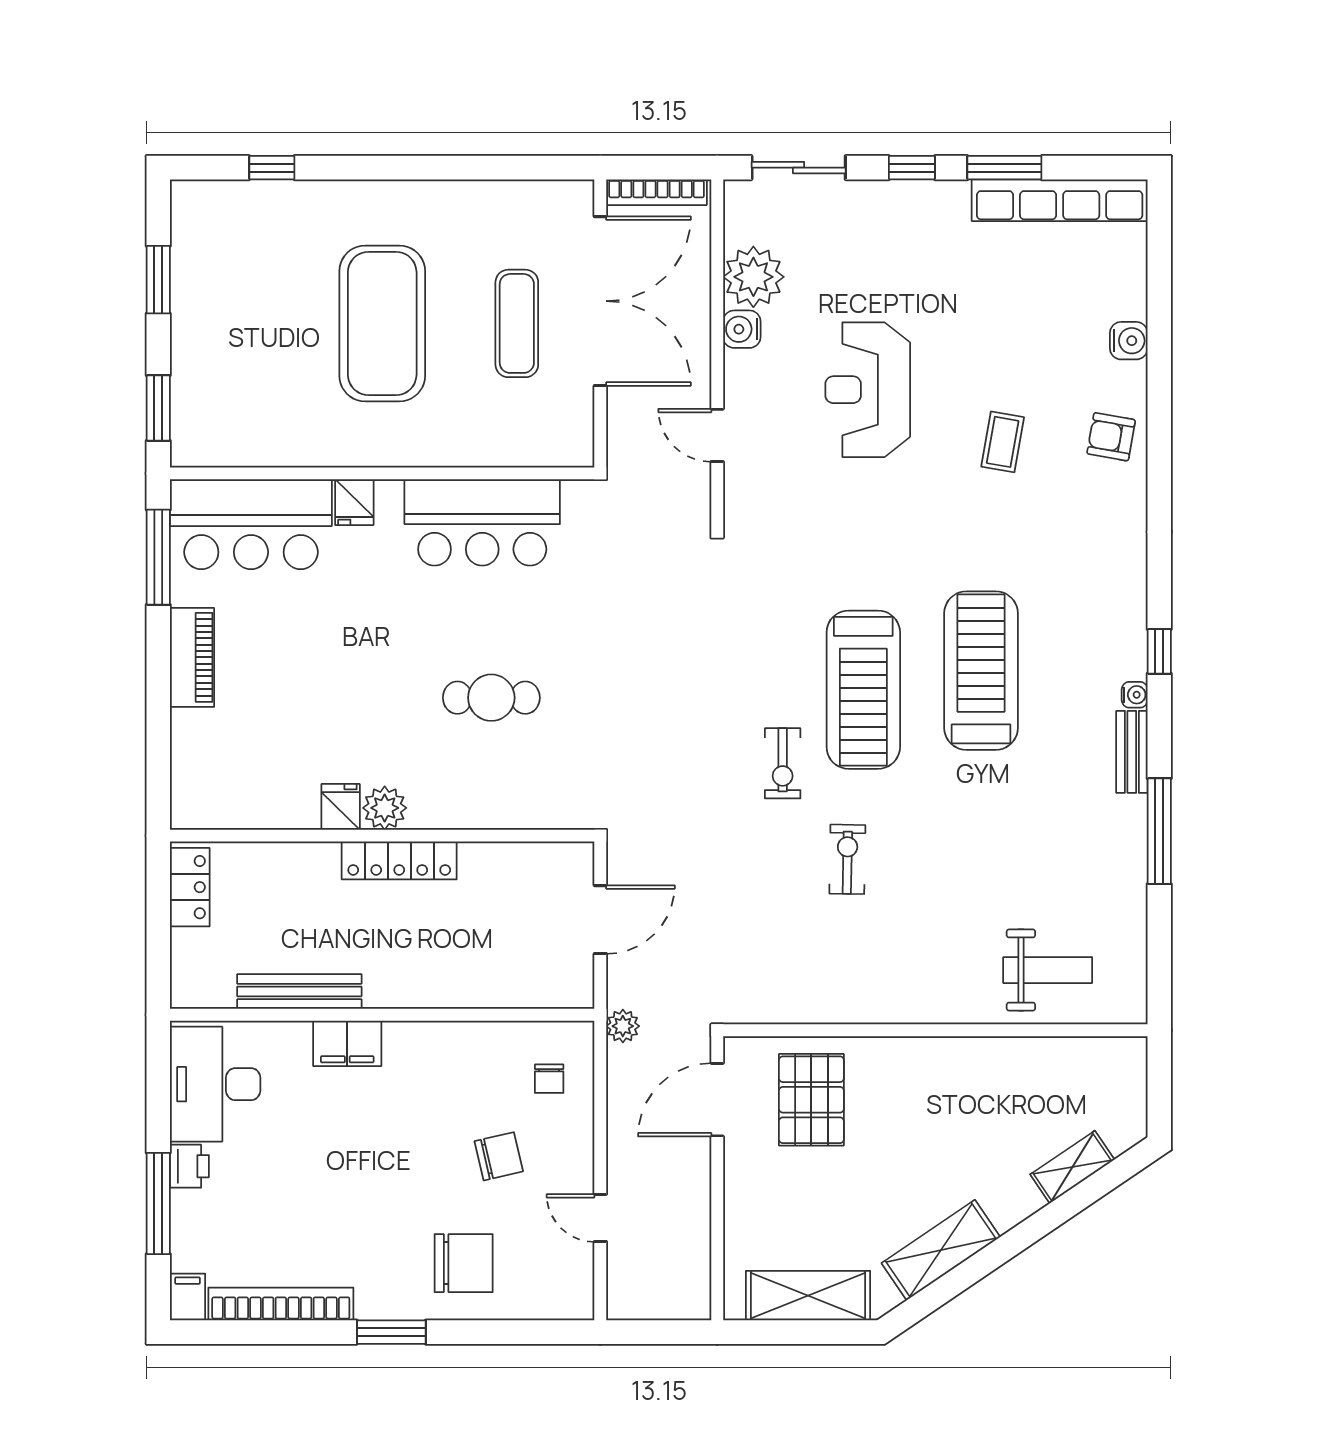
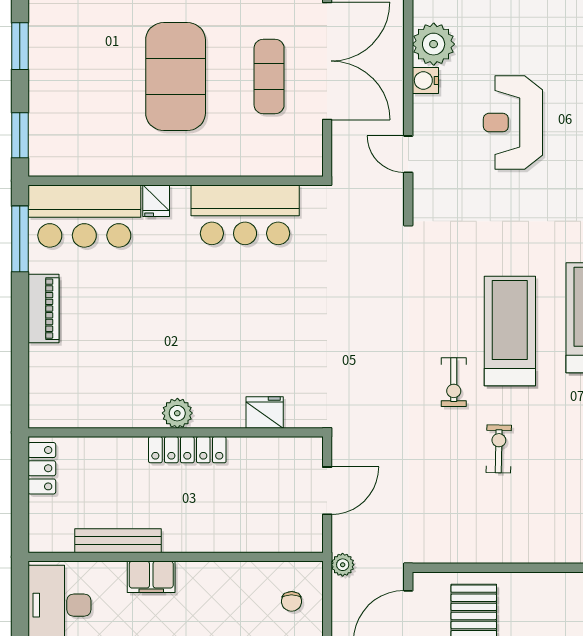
treadmill: (863, 690) -> (510, 331), turned 180
cafe table: (491, 698) -> (251, 337), removed
fridge: (341, 807) -> (265, 412), moved, width x1.38

